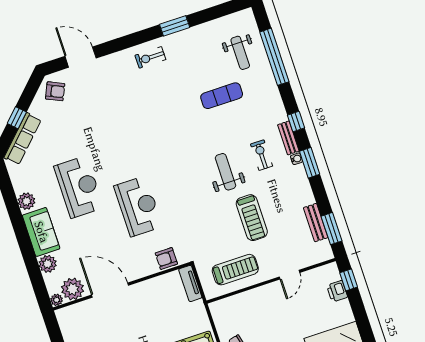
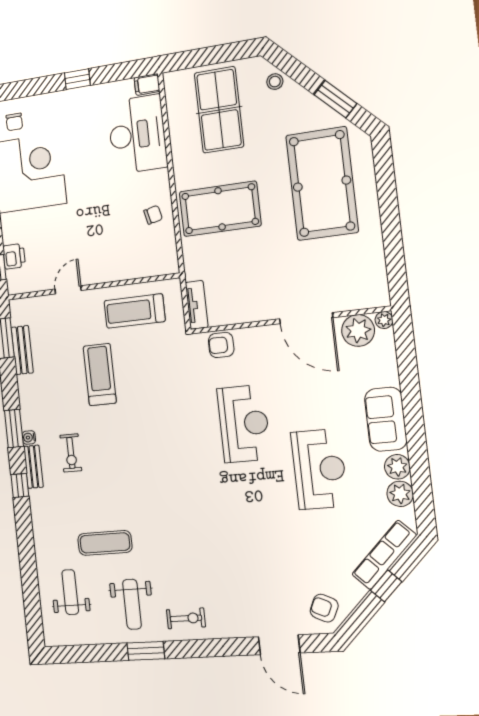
window: (274, 57) -> (29, 575), removed
weight bench: (225, 172) -> (132, 604), moved
reception desk: (79, 187) -> (319, 469), turned 180
reception desk: (138, 206) -> (244, 424), turned 180
armchair: (166, 259) -> (221, 345), turned 180
plant: (48, 264) -> (400, 494), moved

